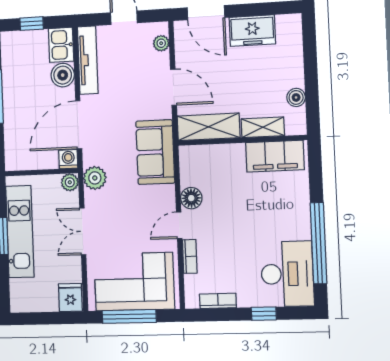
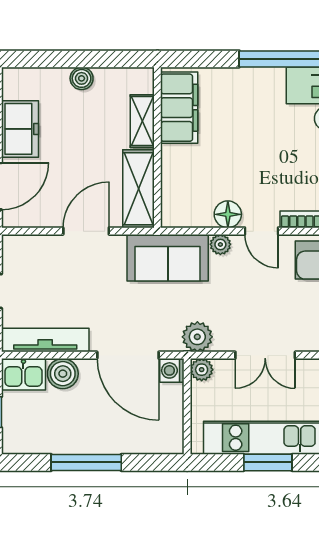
plant: (161, 43) -> (220, 244), moved
boiler: (296, 97) -> (82, 78), moved

